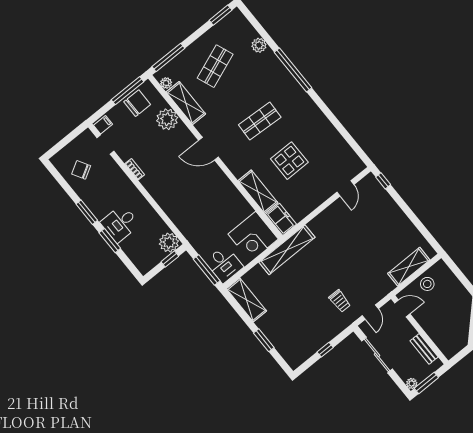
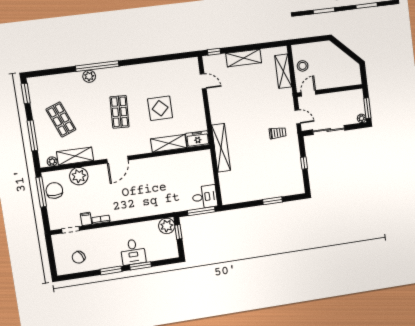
plant: (259, 45) -> (89, 76), moved
window: (168, 57) -> (32, 136), moved
filing cabinet: (103, 125) -> (86, 219), moved
corner desk: (253, 237) -> (198, 165), removed
shelving: (246, 300) -> (244, 58), moved
bench: (424, 349) -> (344, 96), removed

